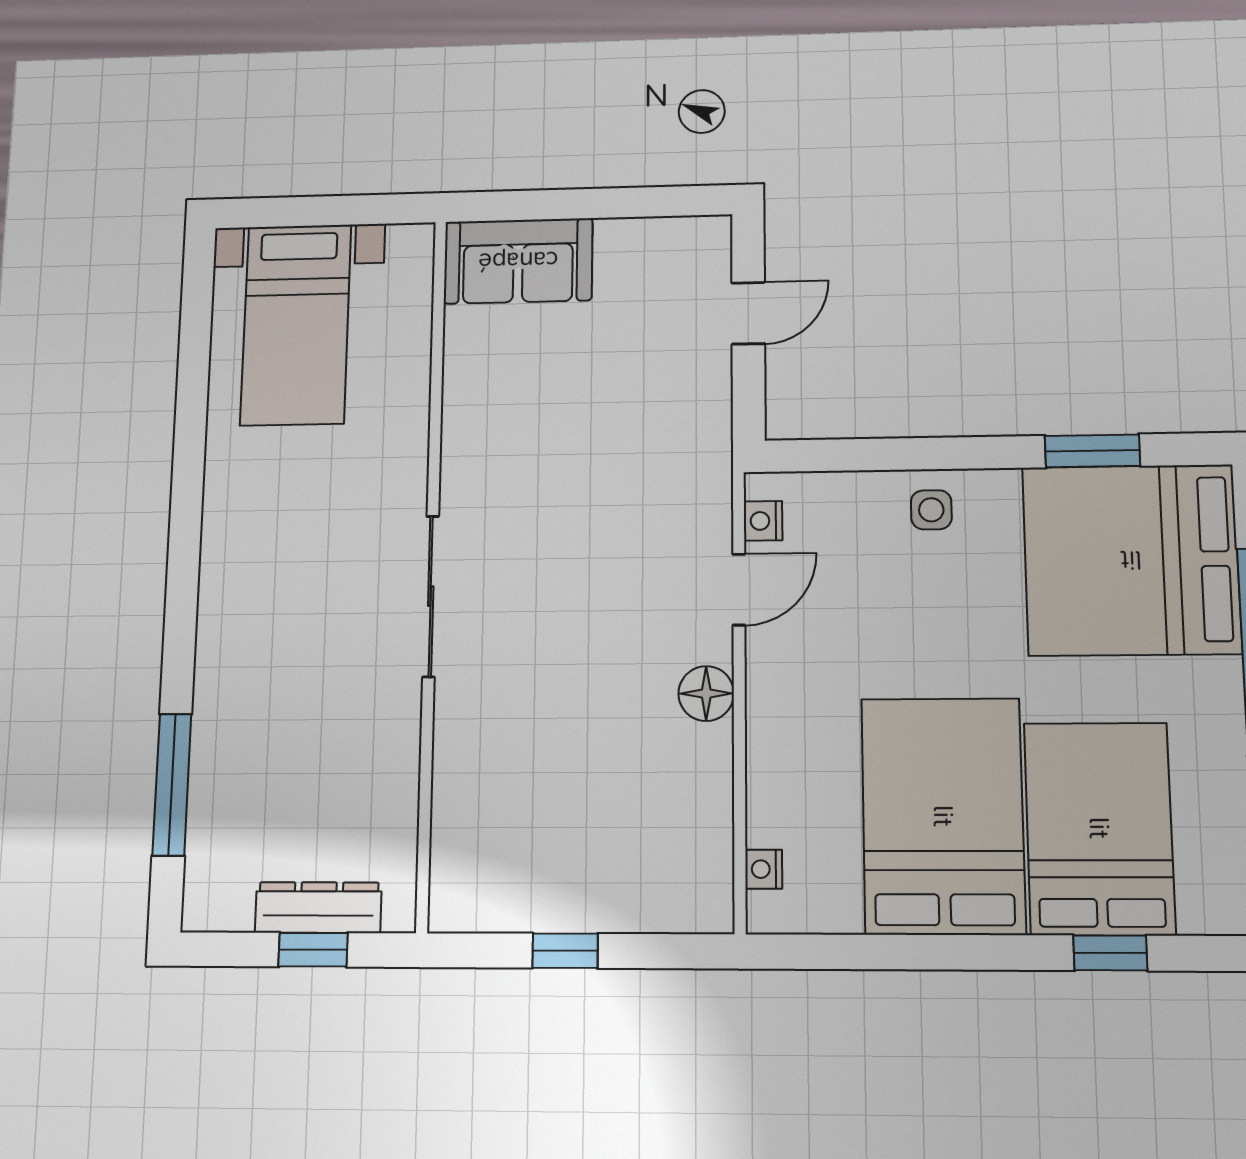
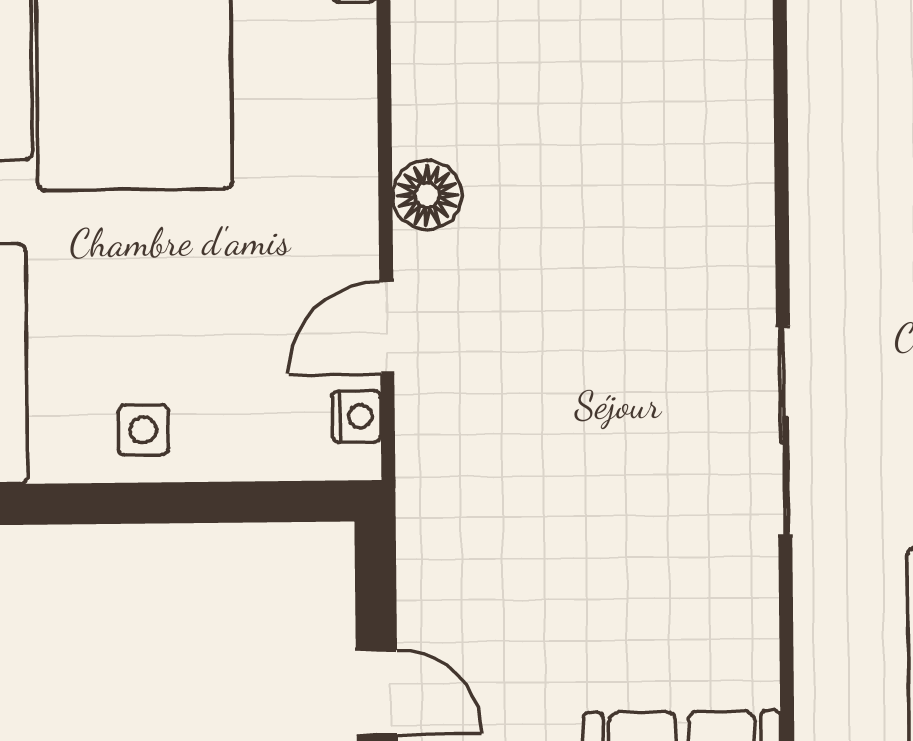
door: (748, 313) -> (377, 692), swing flipped
sliding door: (431, 596) -> (784, 430), moved

